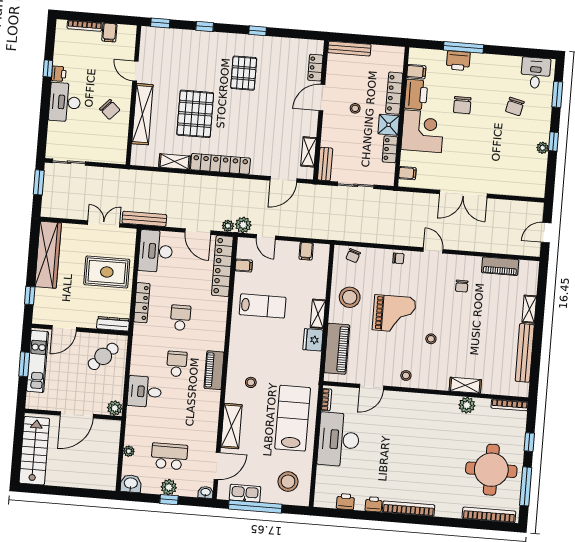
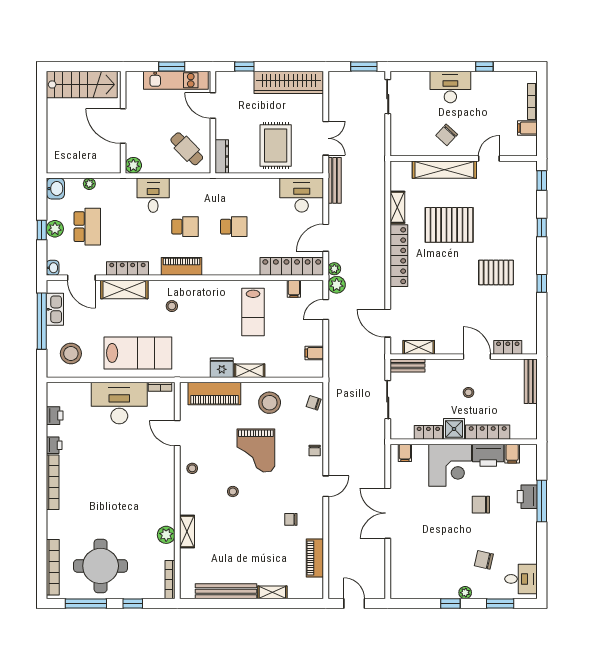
printer: (59, 74) -> (480, 78), removed
plant: (543, 148) -> (465, 593), moved
locker: (142, 303) -> (127, 268), moved, turned 180

